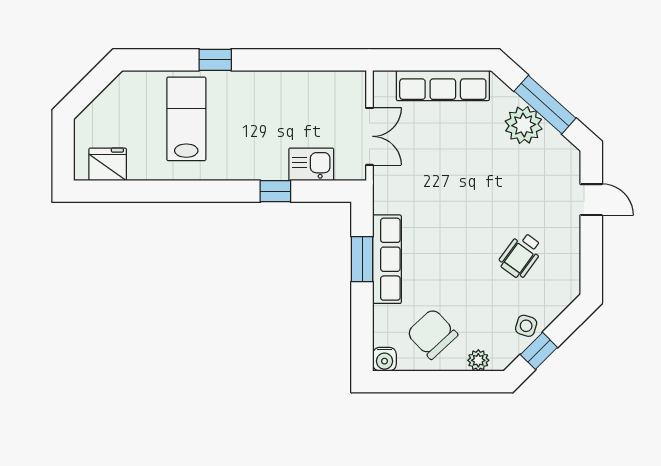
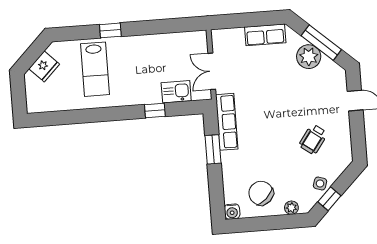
row of seats: (443, 86) -> (265, 35), width x0.68
lab bench: (186, 119) -> (95, 69), turned 180
double door: (369, 136) -> (212, 71), swing flipped
fridge: (108, 164) -> (44, 66), moved, turned 135
row of seats: (387, 259) -> (227, 122), moved

